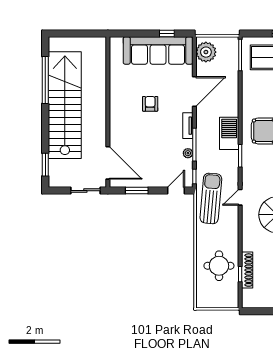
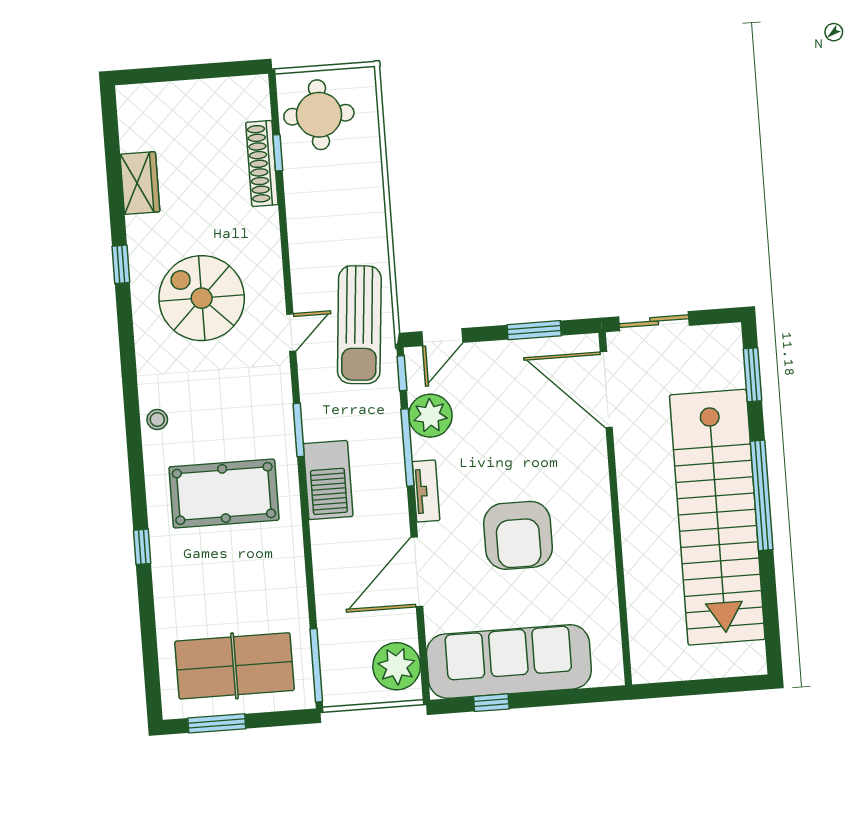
window: (45, 80) -> (762, 495), moved
armchair: (150, 104) -> (518, 535), width x1.88, depth x1.88
plant: (188, 153) -> (430, 416), width x1.88, depth x1.88
round table: (219, 266) -> (319, 115), moved

